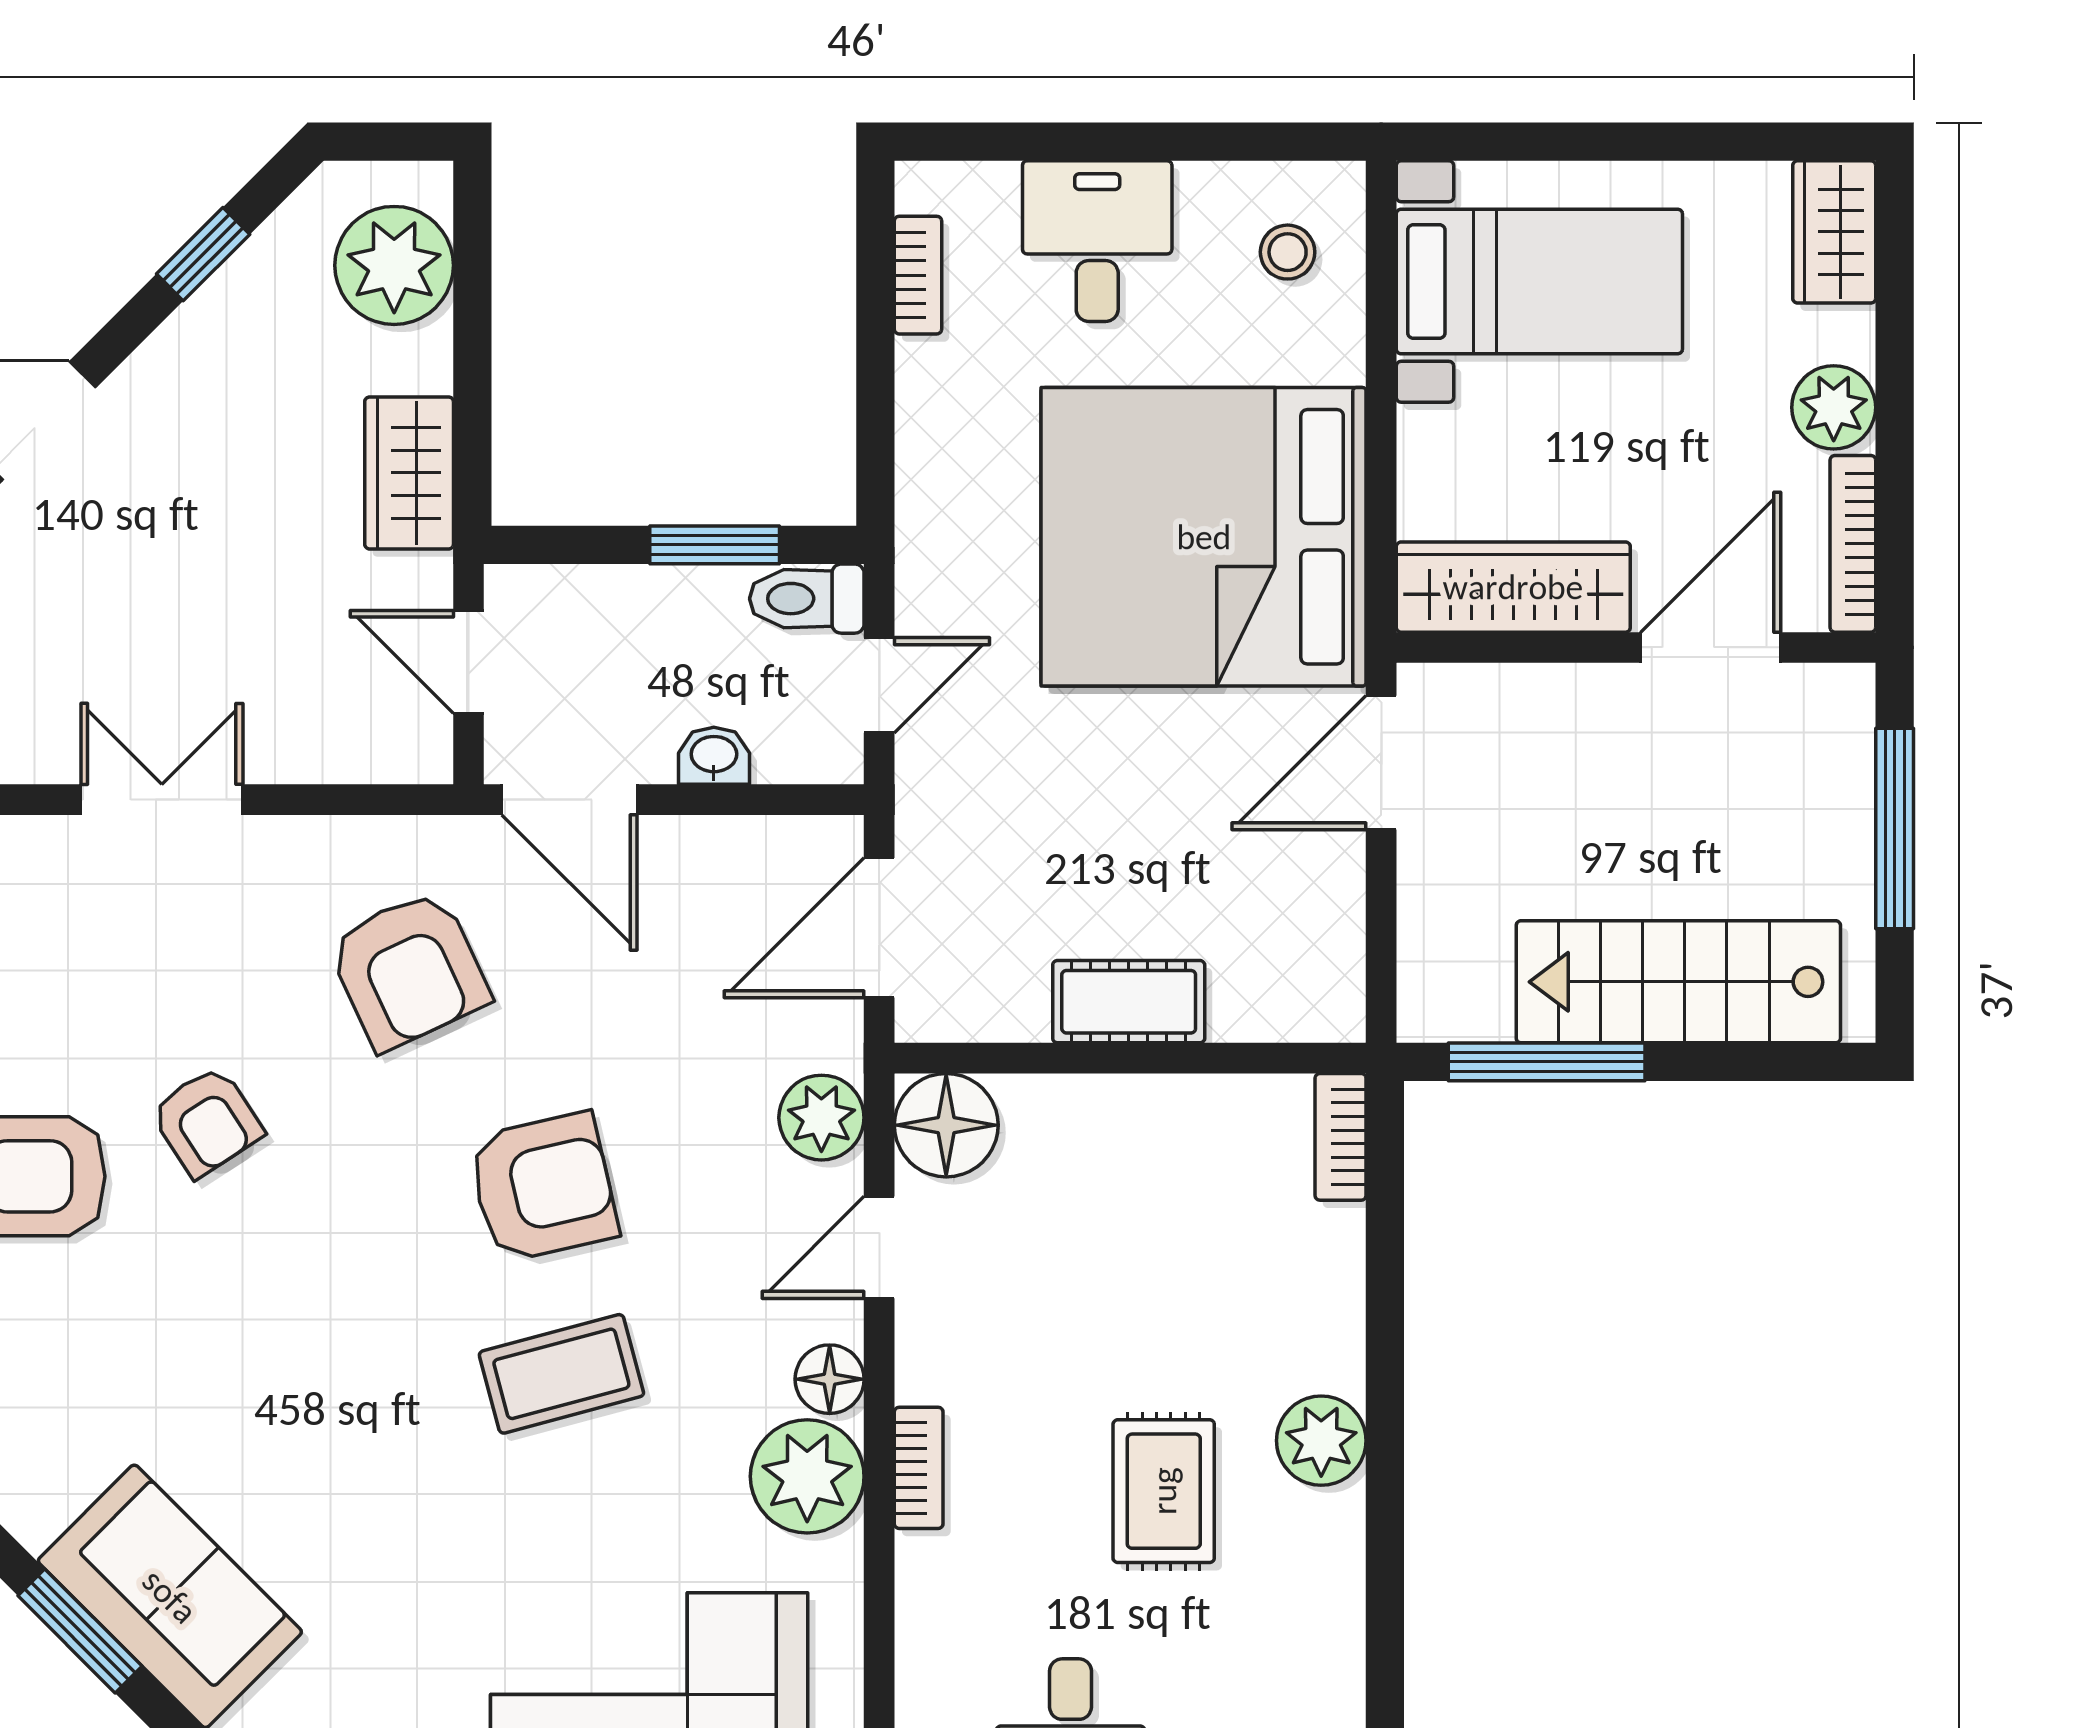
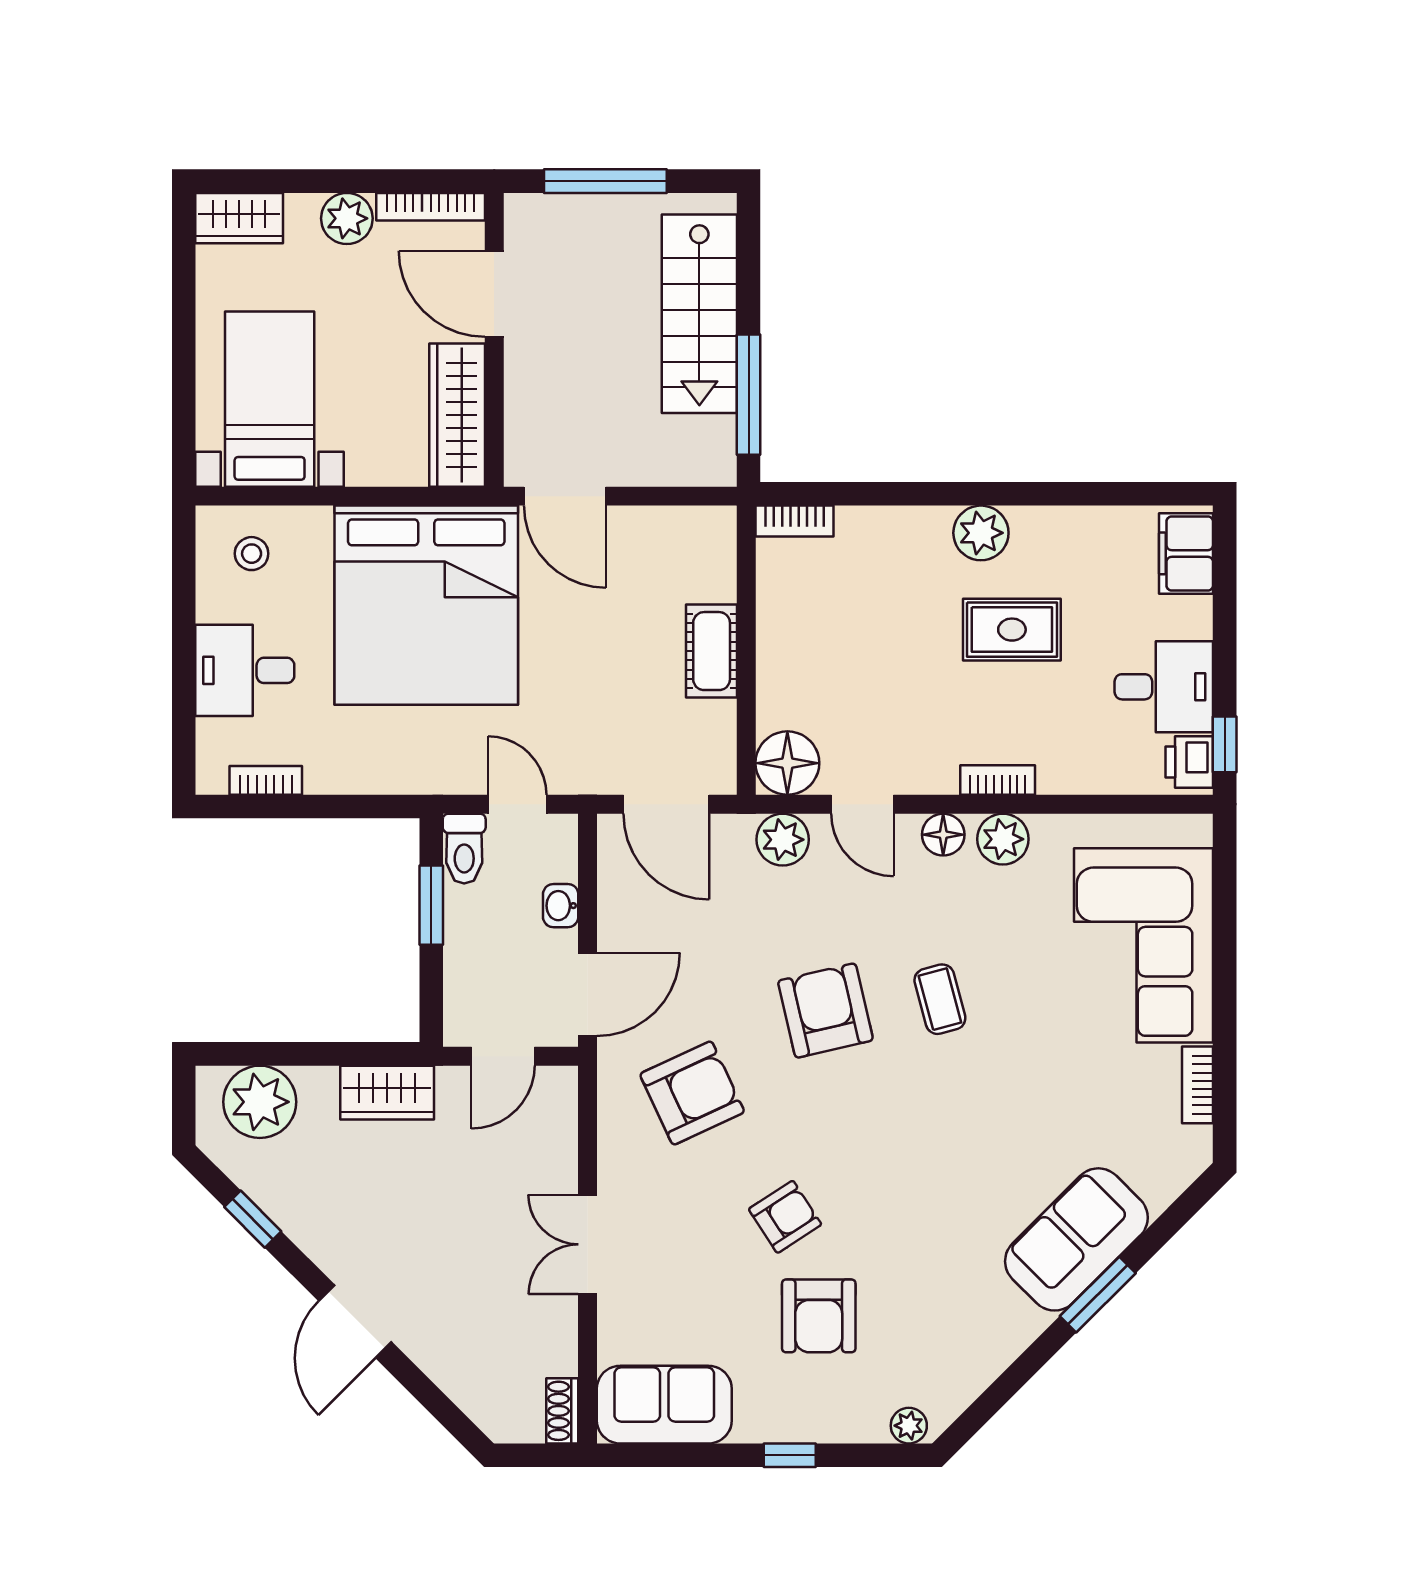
coffee table: (561, 1374) -> (940, 999), width x0.73, depth x0.77
plant: (807, 1476) -> (1003, 839), width x0.73, depth x0.73

